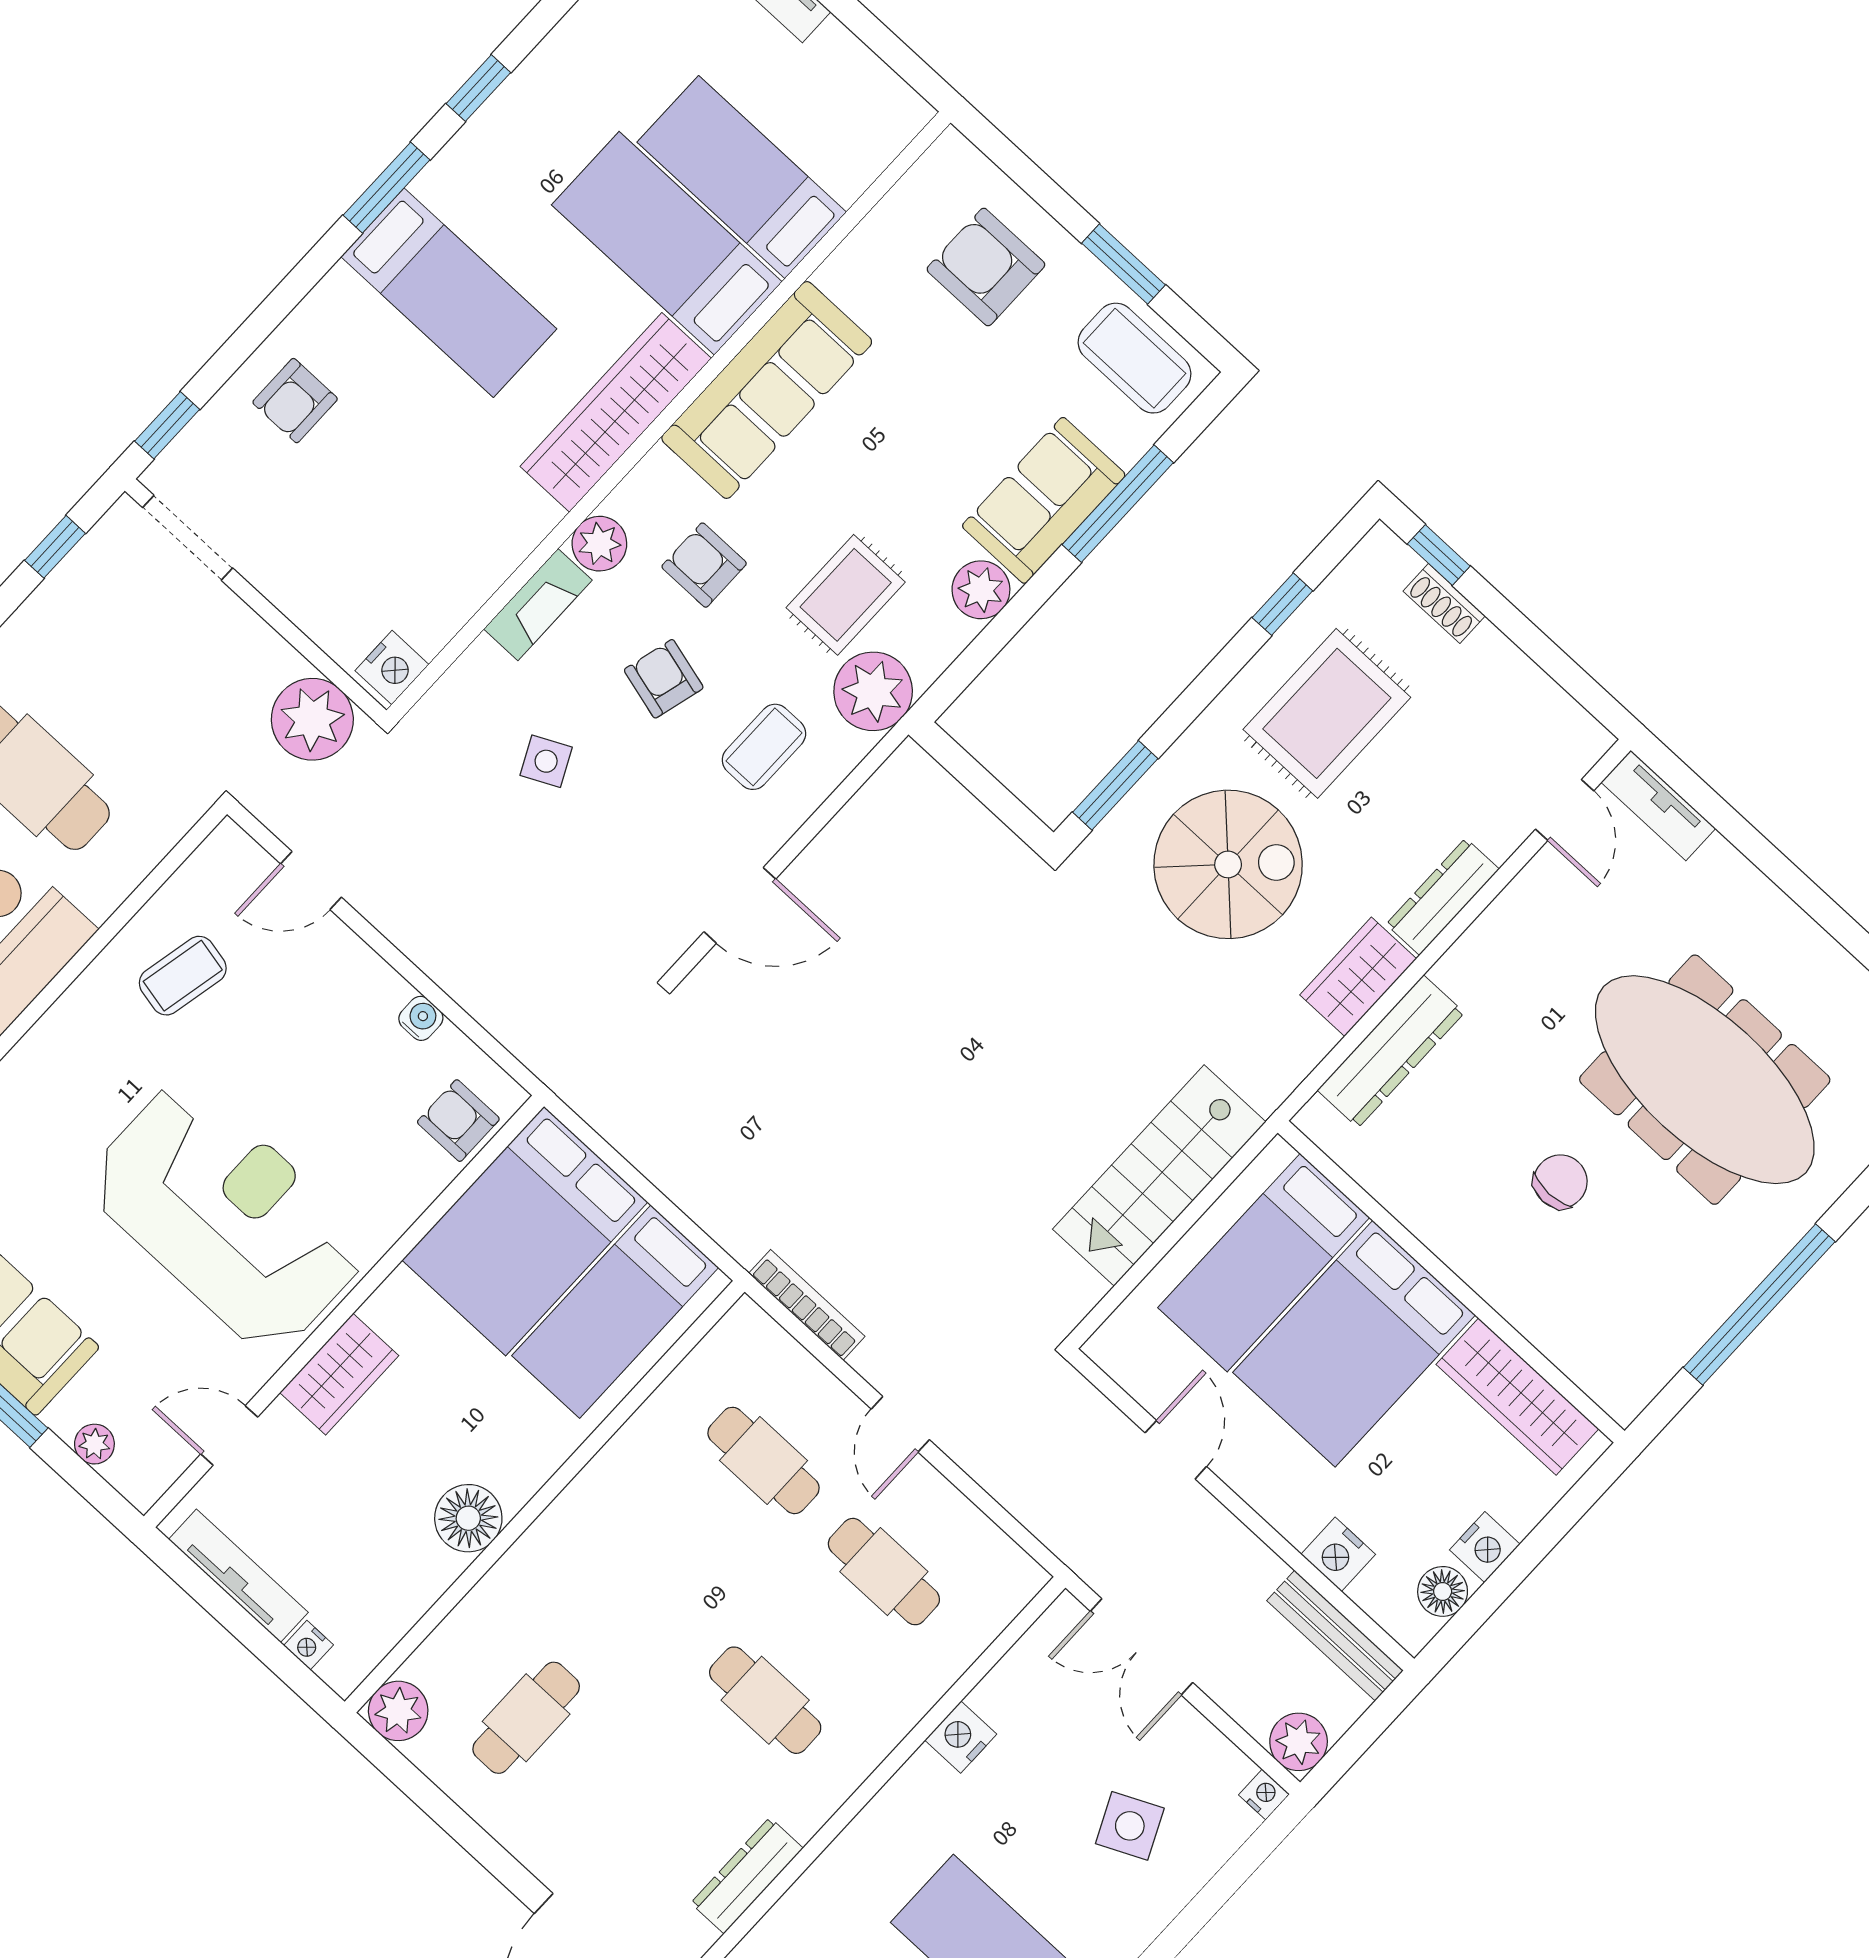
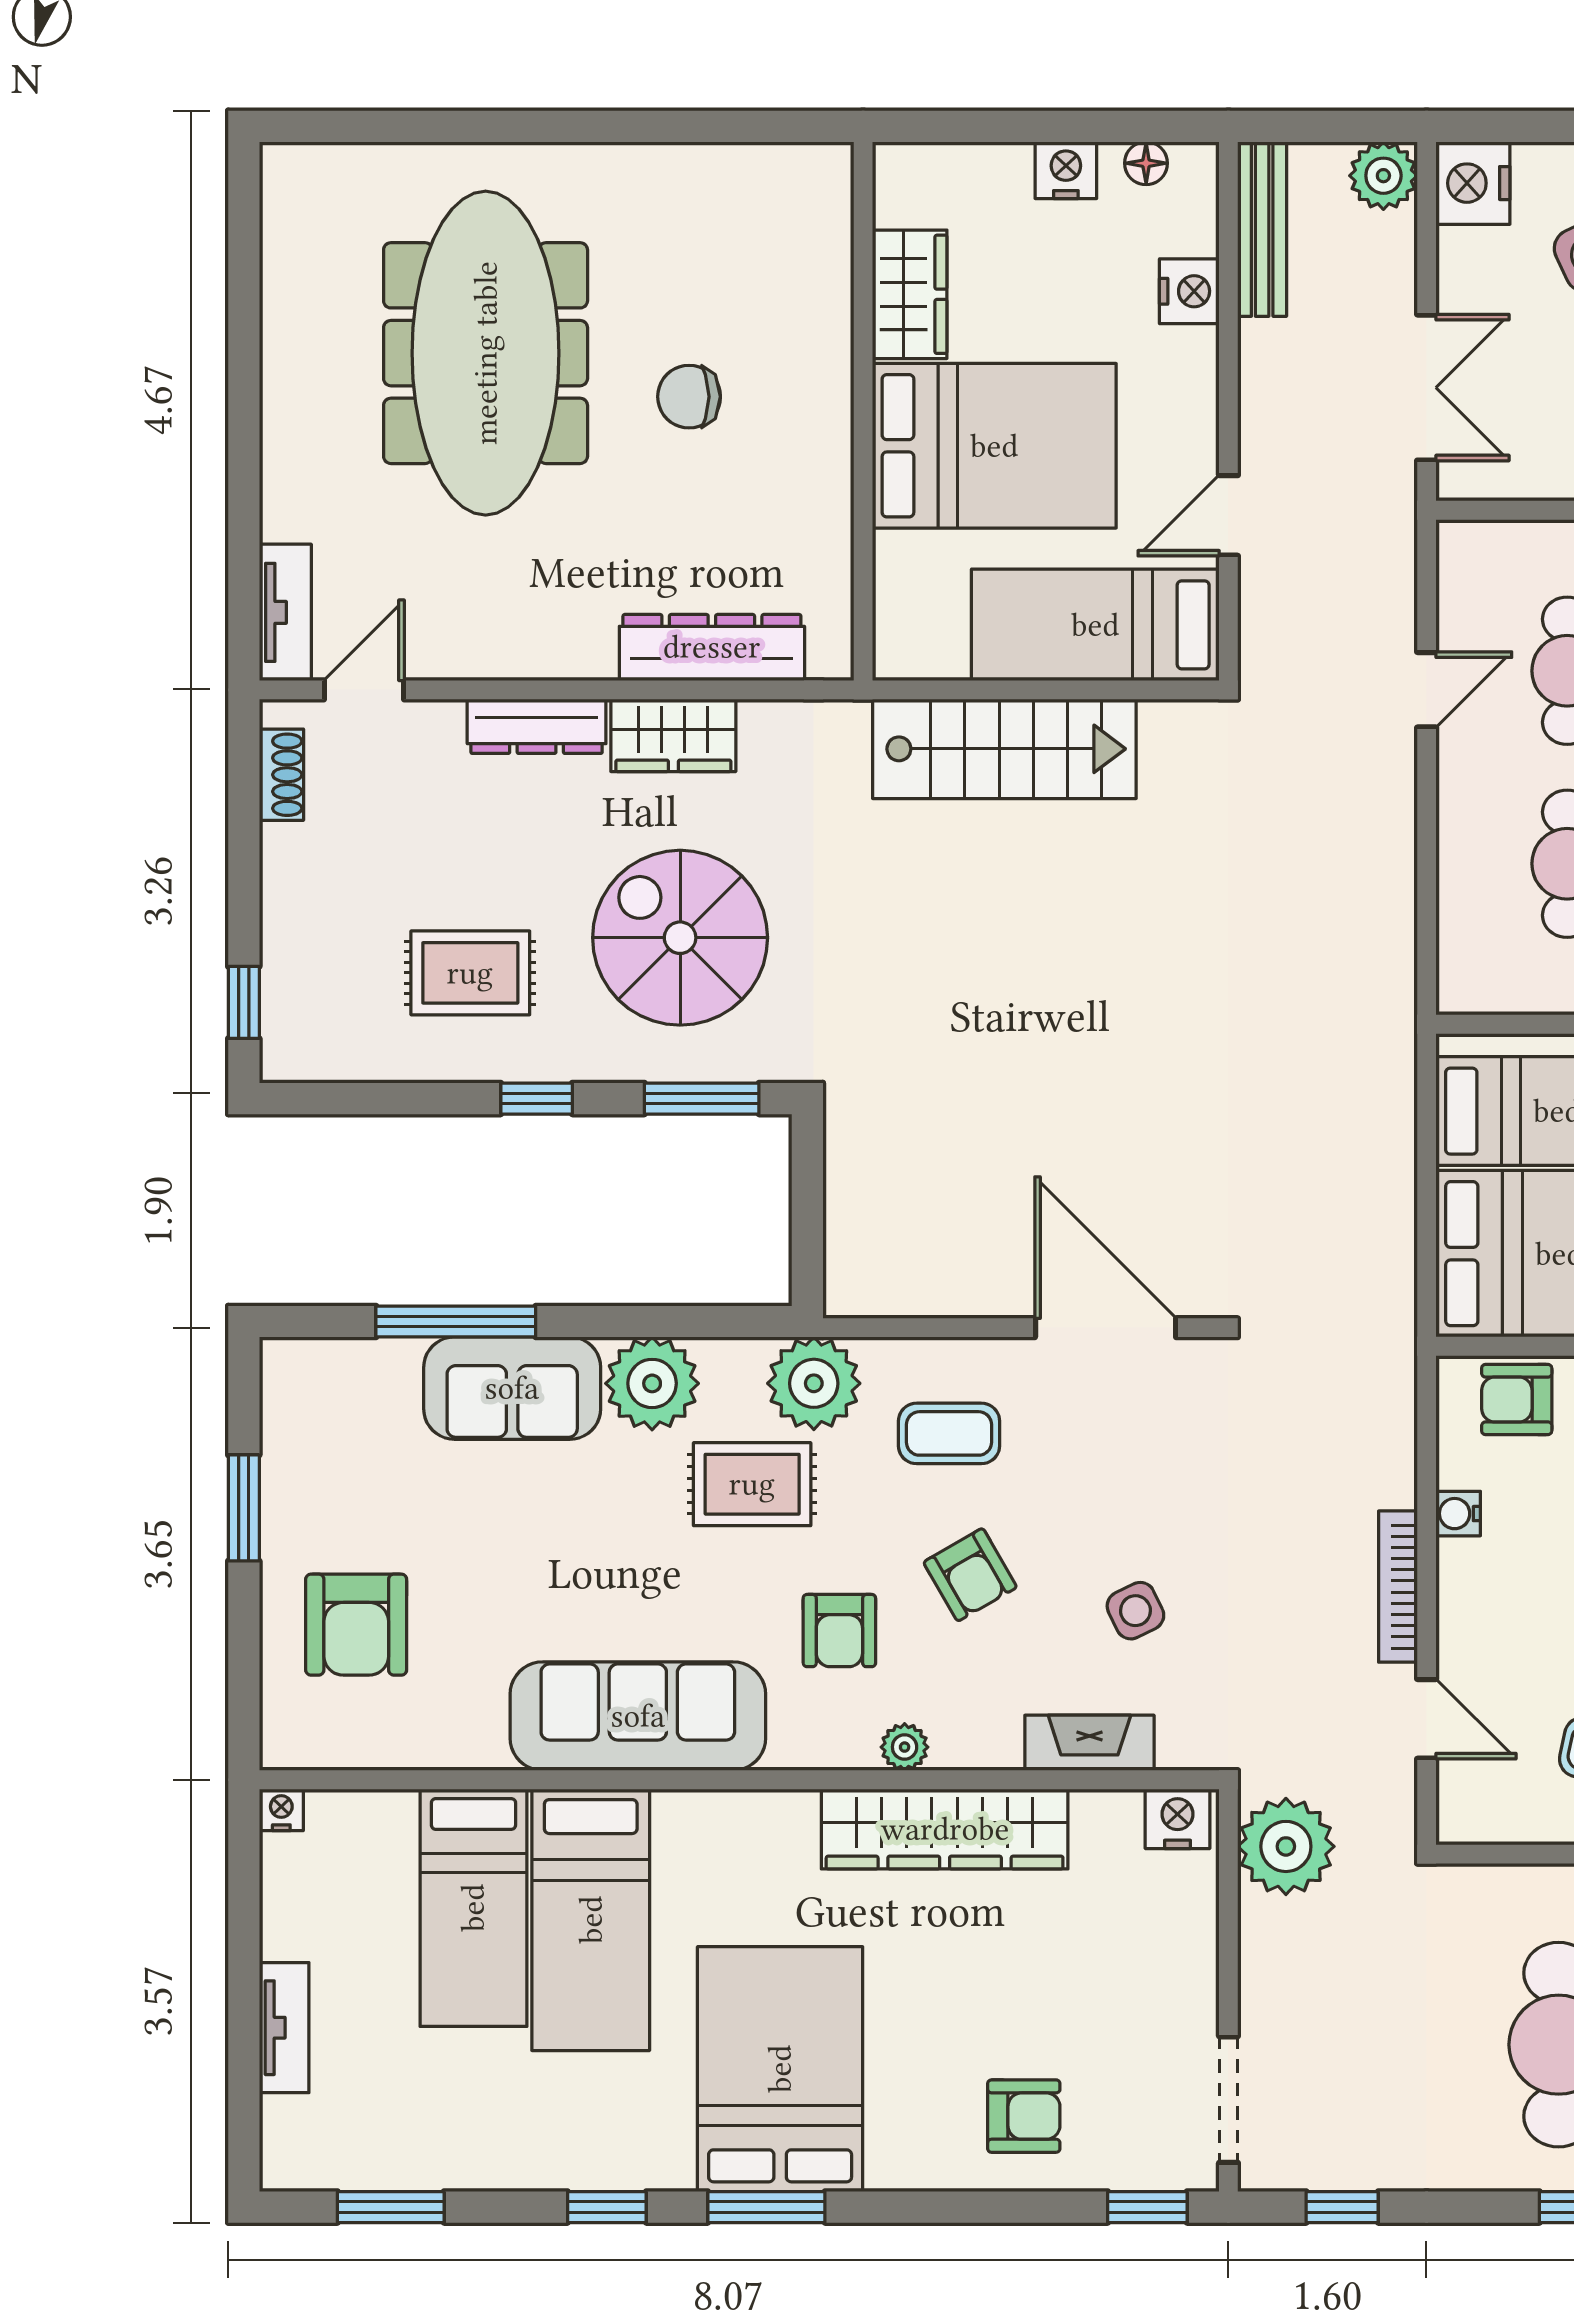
nightstand: (914, 114) -> (281, 1810), added
bed: (449, 293) -> (780, 2069), width x1.50
coffee table: (1135, 358) -> (316, 1423), removed
wardrobe: (616, 412) -> (945, 1829), moved
plant: (599, 544) -> (905, 1747), width x0.73, depth x0.73
plant: (981, 590) -> (652, 1383), width x1.36, depth x1.36
shoe rack: (1444, 603) -> (281, 775), moved
window: (1282, 604) -> (537, 1099), moved
fireplace: (538, 605) -> (1089, 1743), moved
armchair: (664, 679) -> (970, 1575), turned -45
rug: (1327, 713) -> (470, 973), width x0.73, depth x0.70
door: (740, 905) -> (1106, 1328), width x1.36
armchair: (458, 1121) -> (1517, 1400), turned 90
bed: (1264, 1263) -> (1095, 625), moved, turned 180
bookcase: (807, 1305) -> (1398, 1587), moved
window: (1759, 1305) -> (637, 126), removed
wardrobe: (1517, 1397) -> (910, 294), width x0.67
door: (900, 1424) -> (1427, 690), moved
floor lamp: (1443, 1591) -> (1146, 163), width x0.73, depth x0.73
nightstand: (1264, 1794) -> (1473, 183), width x1.89, depth x1.79

